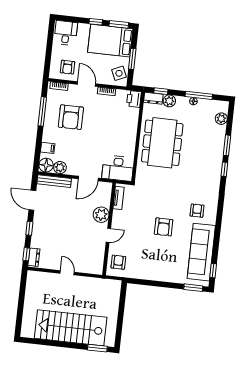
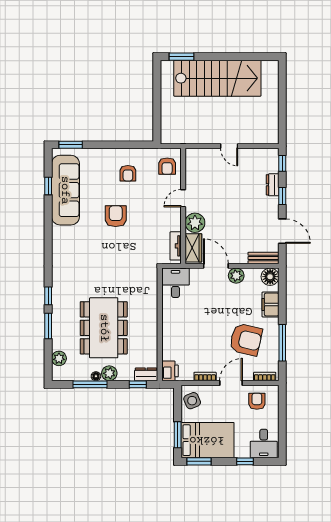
window: (96, 22) -> (245, 461), moved
window: (132, 59) -> (178, 435), moved
door: (86, 84) -> (231, 383), swing flipped
plant: (169, 101) -> (109, 373), moved
armchair: (71, 117) -> (246, 340), turned 103
dining table: (162, 143) -> (104, 328), moved
filing cabinet: (48, 148) -> (270, 305), width x2.00
plant: (60, 168) -> (236, 276), moved
desk: (118, 168) -> (175, 283), width x0.73
door: (88, 178) -> (216, 266), hinge flipped
bench: (54, 181) -> (263, 258), width x0.73
wardrobe: (105, 195) -> (193, 248), added
armchair: (197, 211) -> (128, 173), moved
dresser: (34, 257) -> (273, 185), moved
window: (213, 271) -> (48, 186), moved

